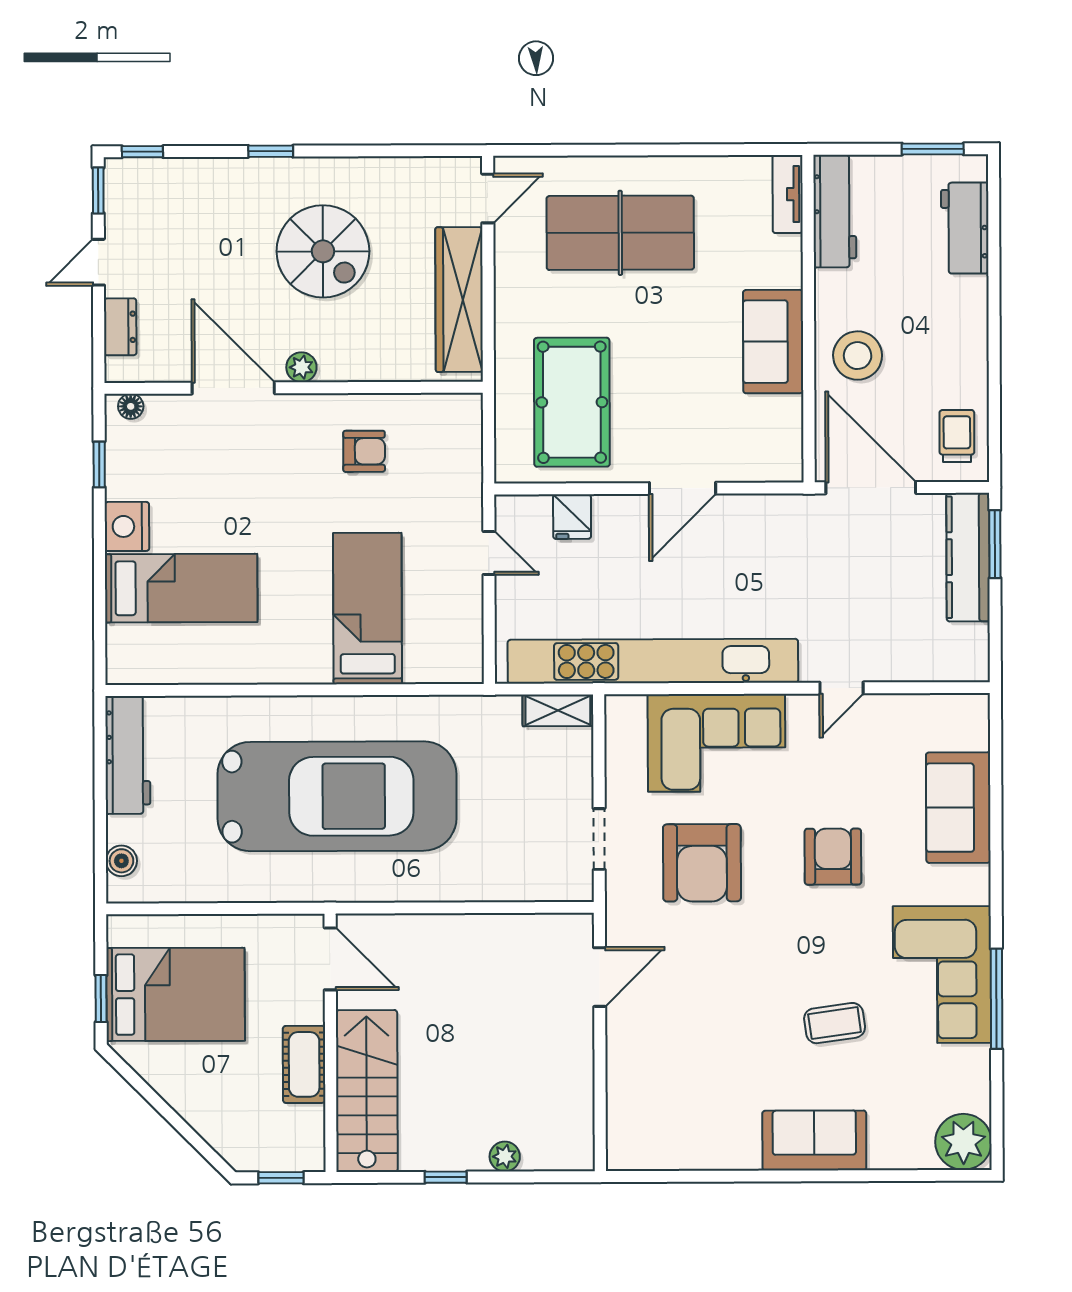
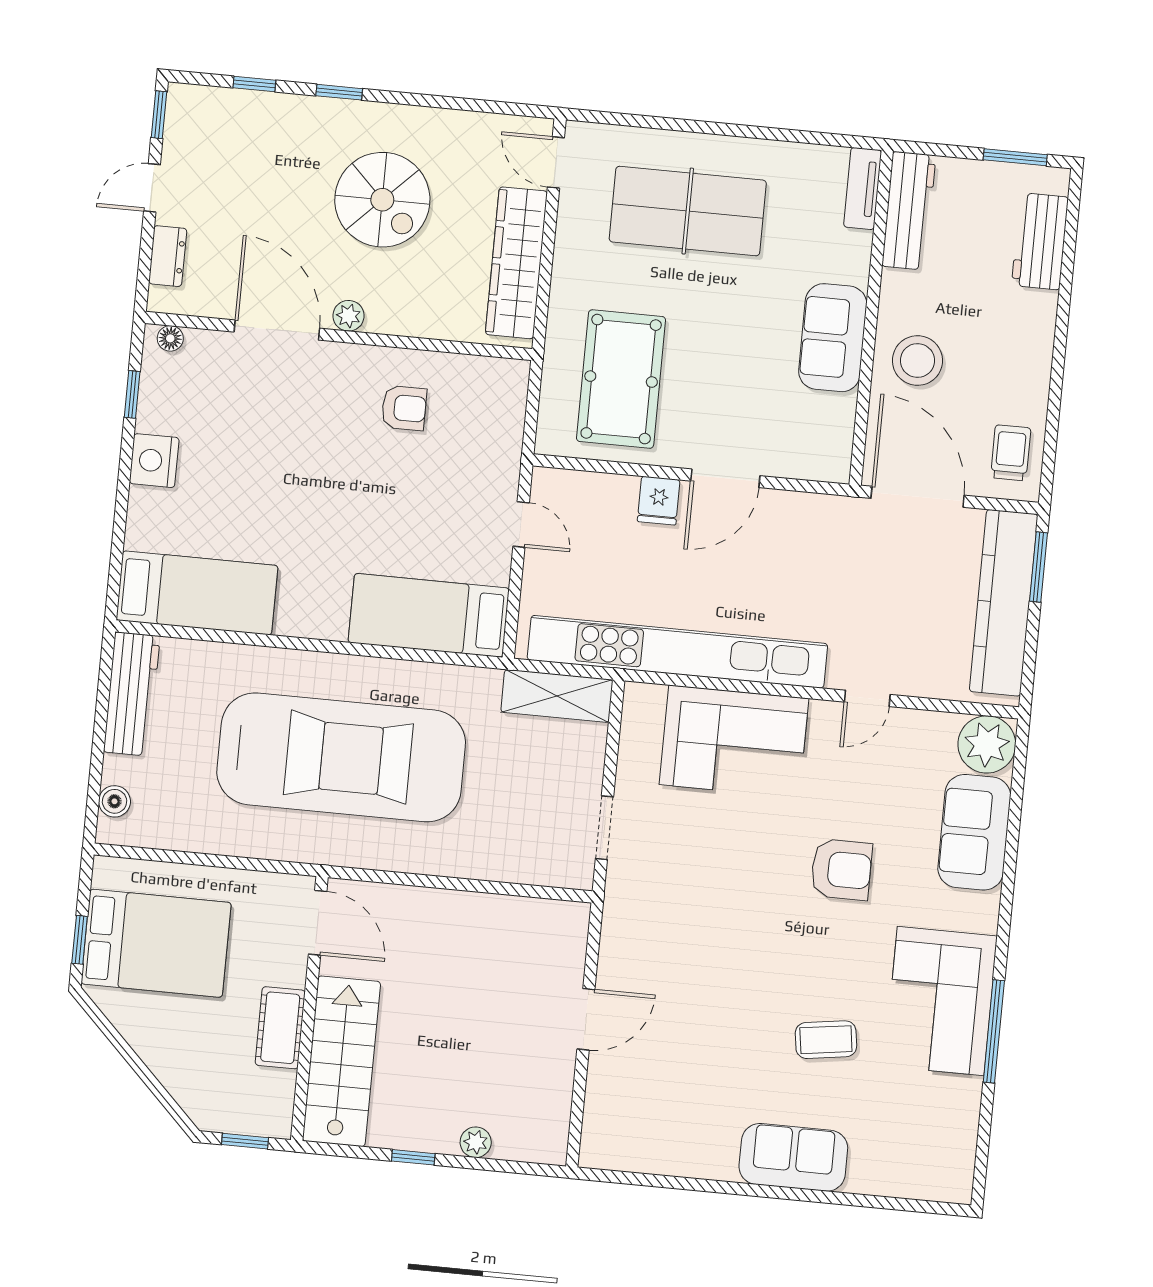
window: (142, 152) -> (254, 84), moved
door: (488, 198) -> (556, 162), swing flipped
fridge: (572, 517) -> (659, 501), moved
kitchen counter: (968, 557) -> (1004, 603), width x1.39, depth x1.17
bed: (181, 588) -> (197, 593), moved
bed: (368, 609) -> (429, 615), moved, turned -90
shelving: (558, 710) -> (557, 696), width x1.50, depth x1.33
armchair: (833, 857) -> (841, 870), turned 90
armchair: (702, 863) -> (707, 863), removed
door: (600, 977) -> (586, 1019), moved
plant: (963, 1142) -> (987, 744), moved

